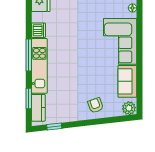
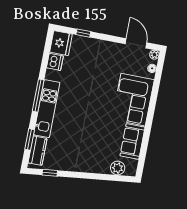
dishwasher: (38, 30) -> (55, 62), moved
armchair: (96, 105) -> (96, 159), removed
plant: (129, 108) -> (118, 168), moved

